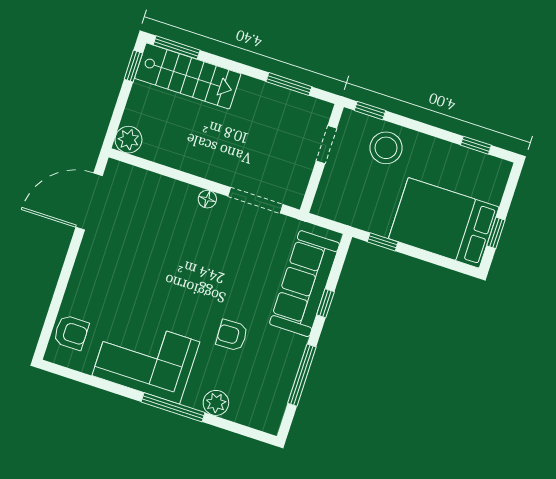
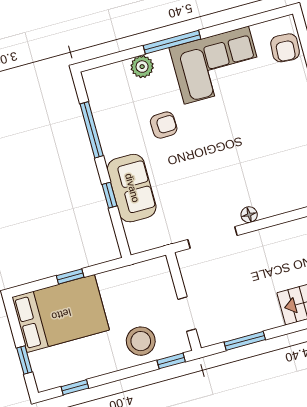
window: (496, 233) -> (24, 360), moved
window: (383, 242) -> (70, 276), moved
sofa: (305, 284) -> (132, 188), width x0.73
armchair: (71, 333) -> (285, 48), turned -86

